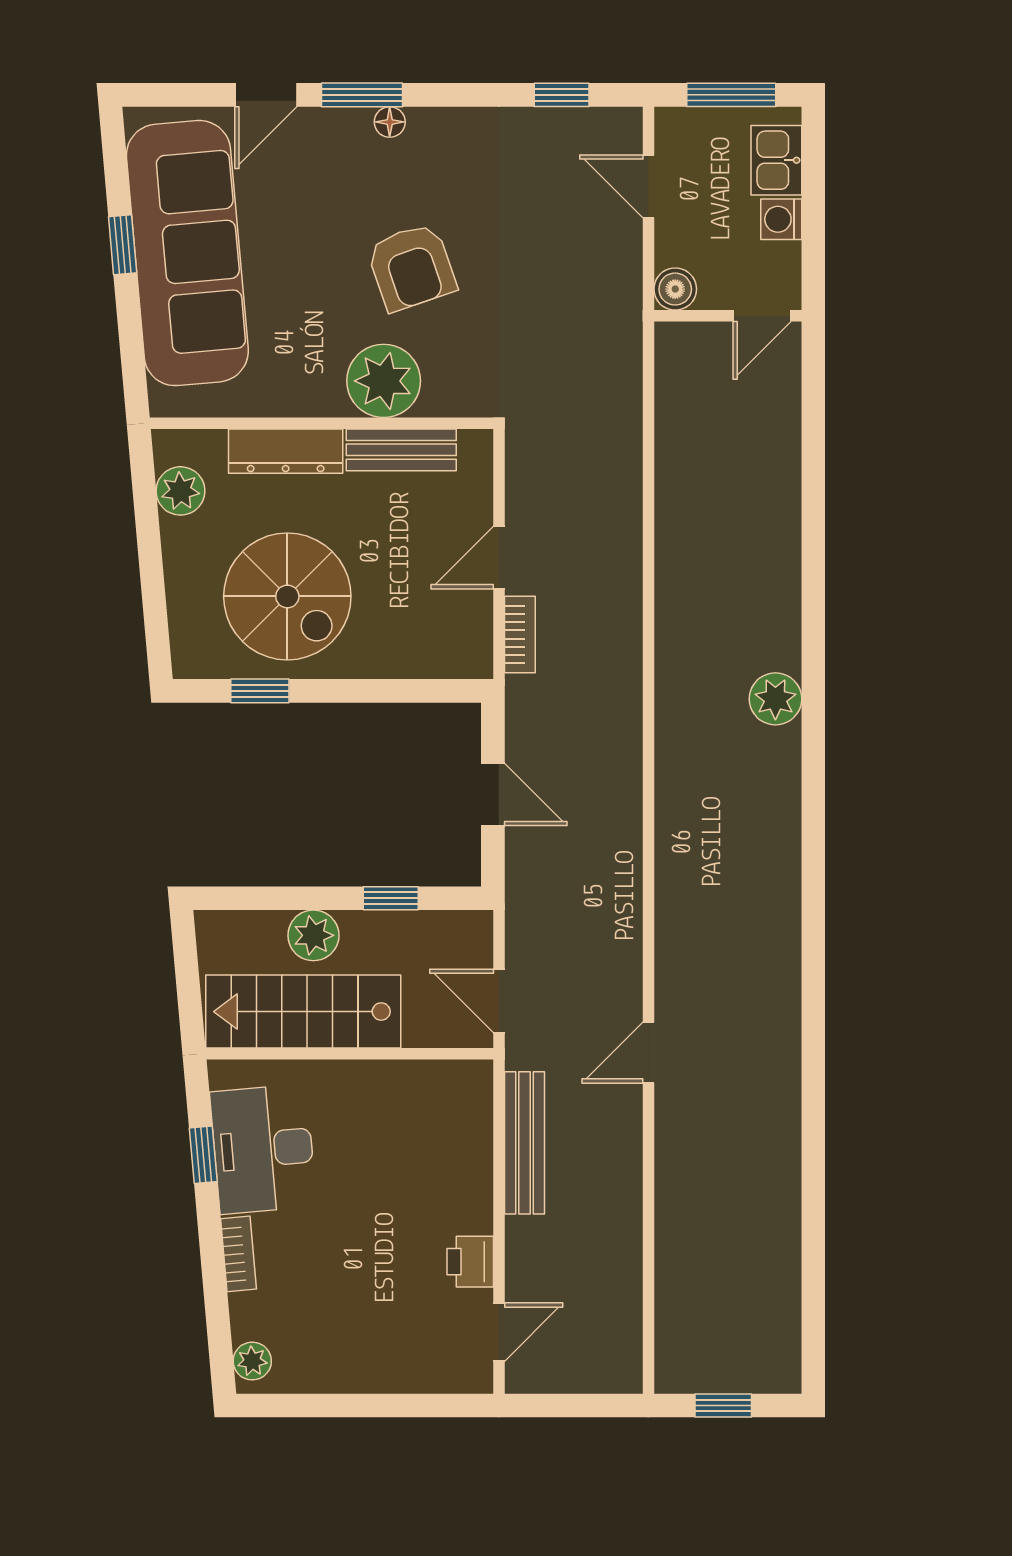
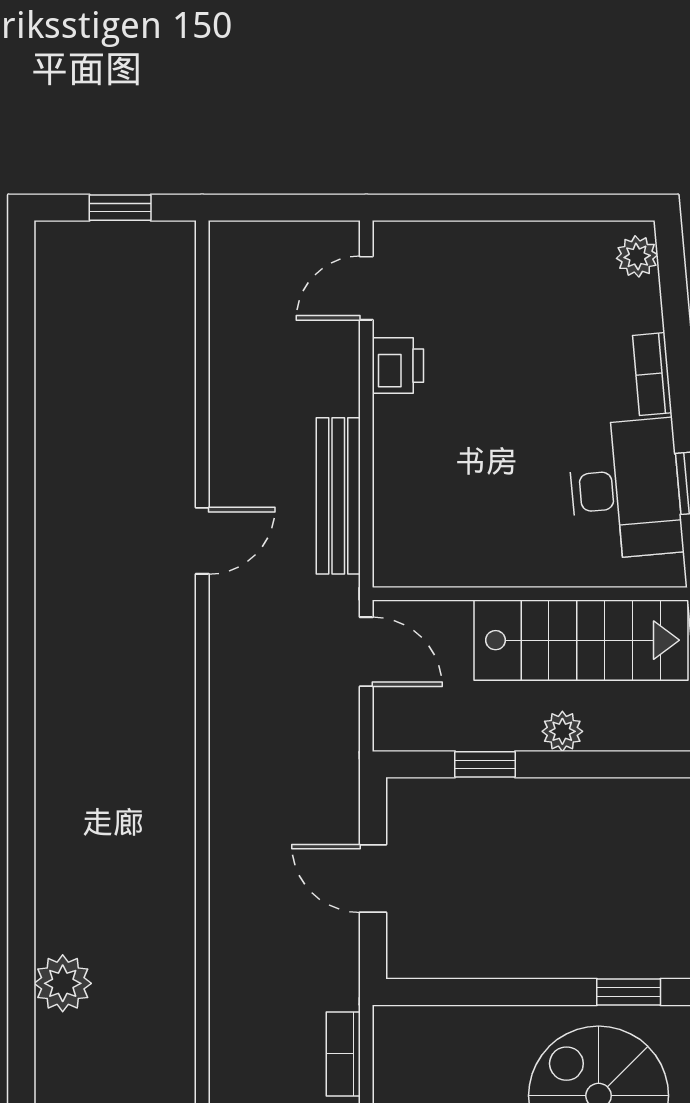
plant: (313, 935) -> (562, 731), width x0.73, depth x0.73
door: (648, 1053) -> (202, 541), moved

